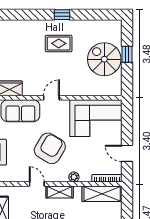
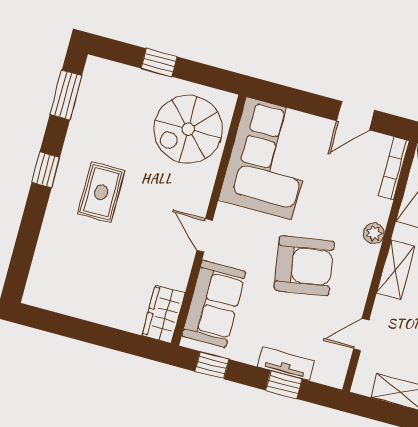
window: (100, 15) -> (66, 95), added
spiral stairs: (104, 59) -> (188, 129), moved
armchair: (50, 148) -> (304, 266), turned 140
door: (37, 184) -> (361, 335), moved

